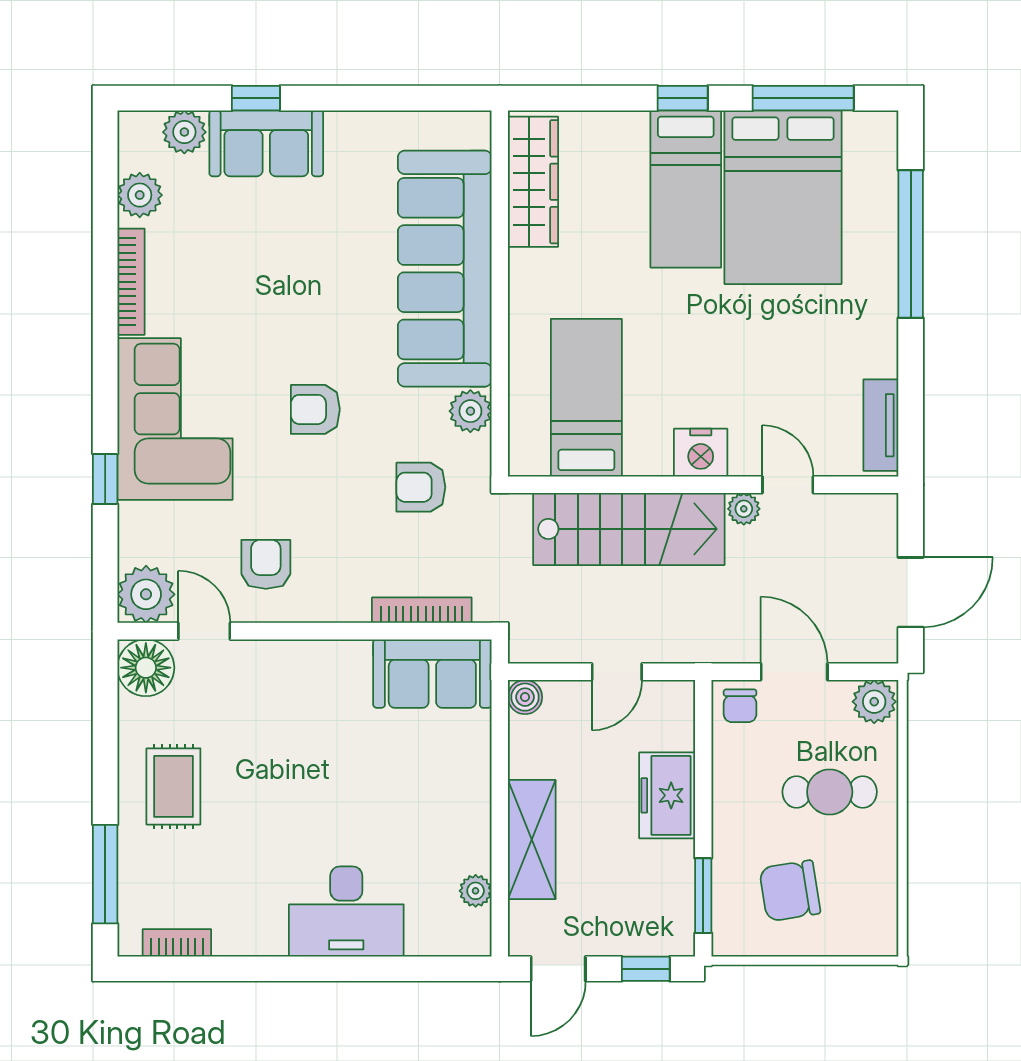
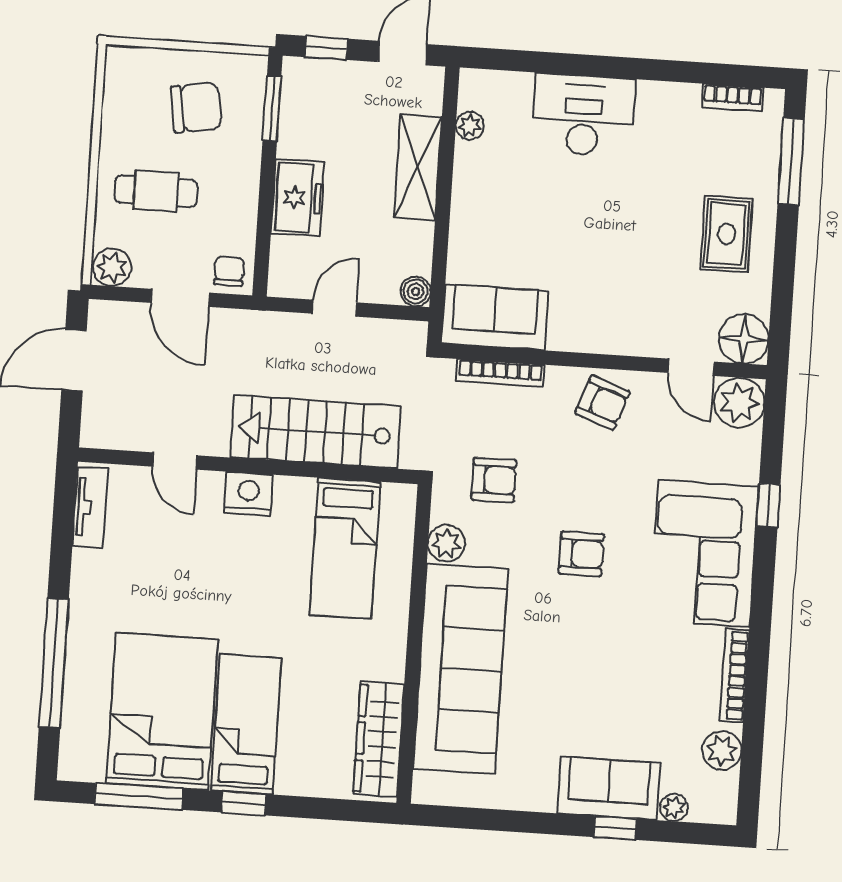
plant: (184, 132) -> (674, 807), width x0.73, depth x0.73
plant: (744, 509) -> (214, 443), removed
armchair: (266, 564) -> (603, 403), moved, turned -70

